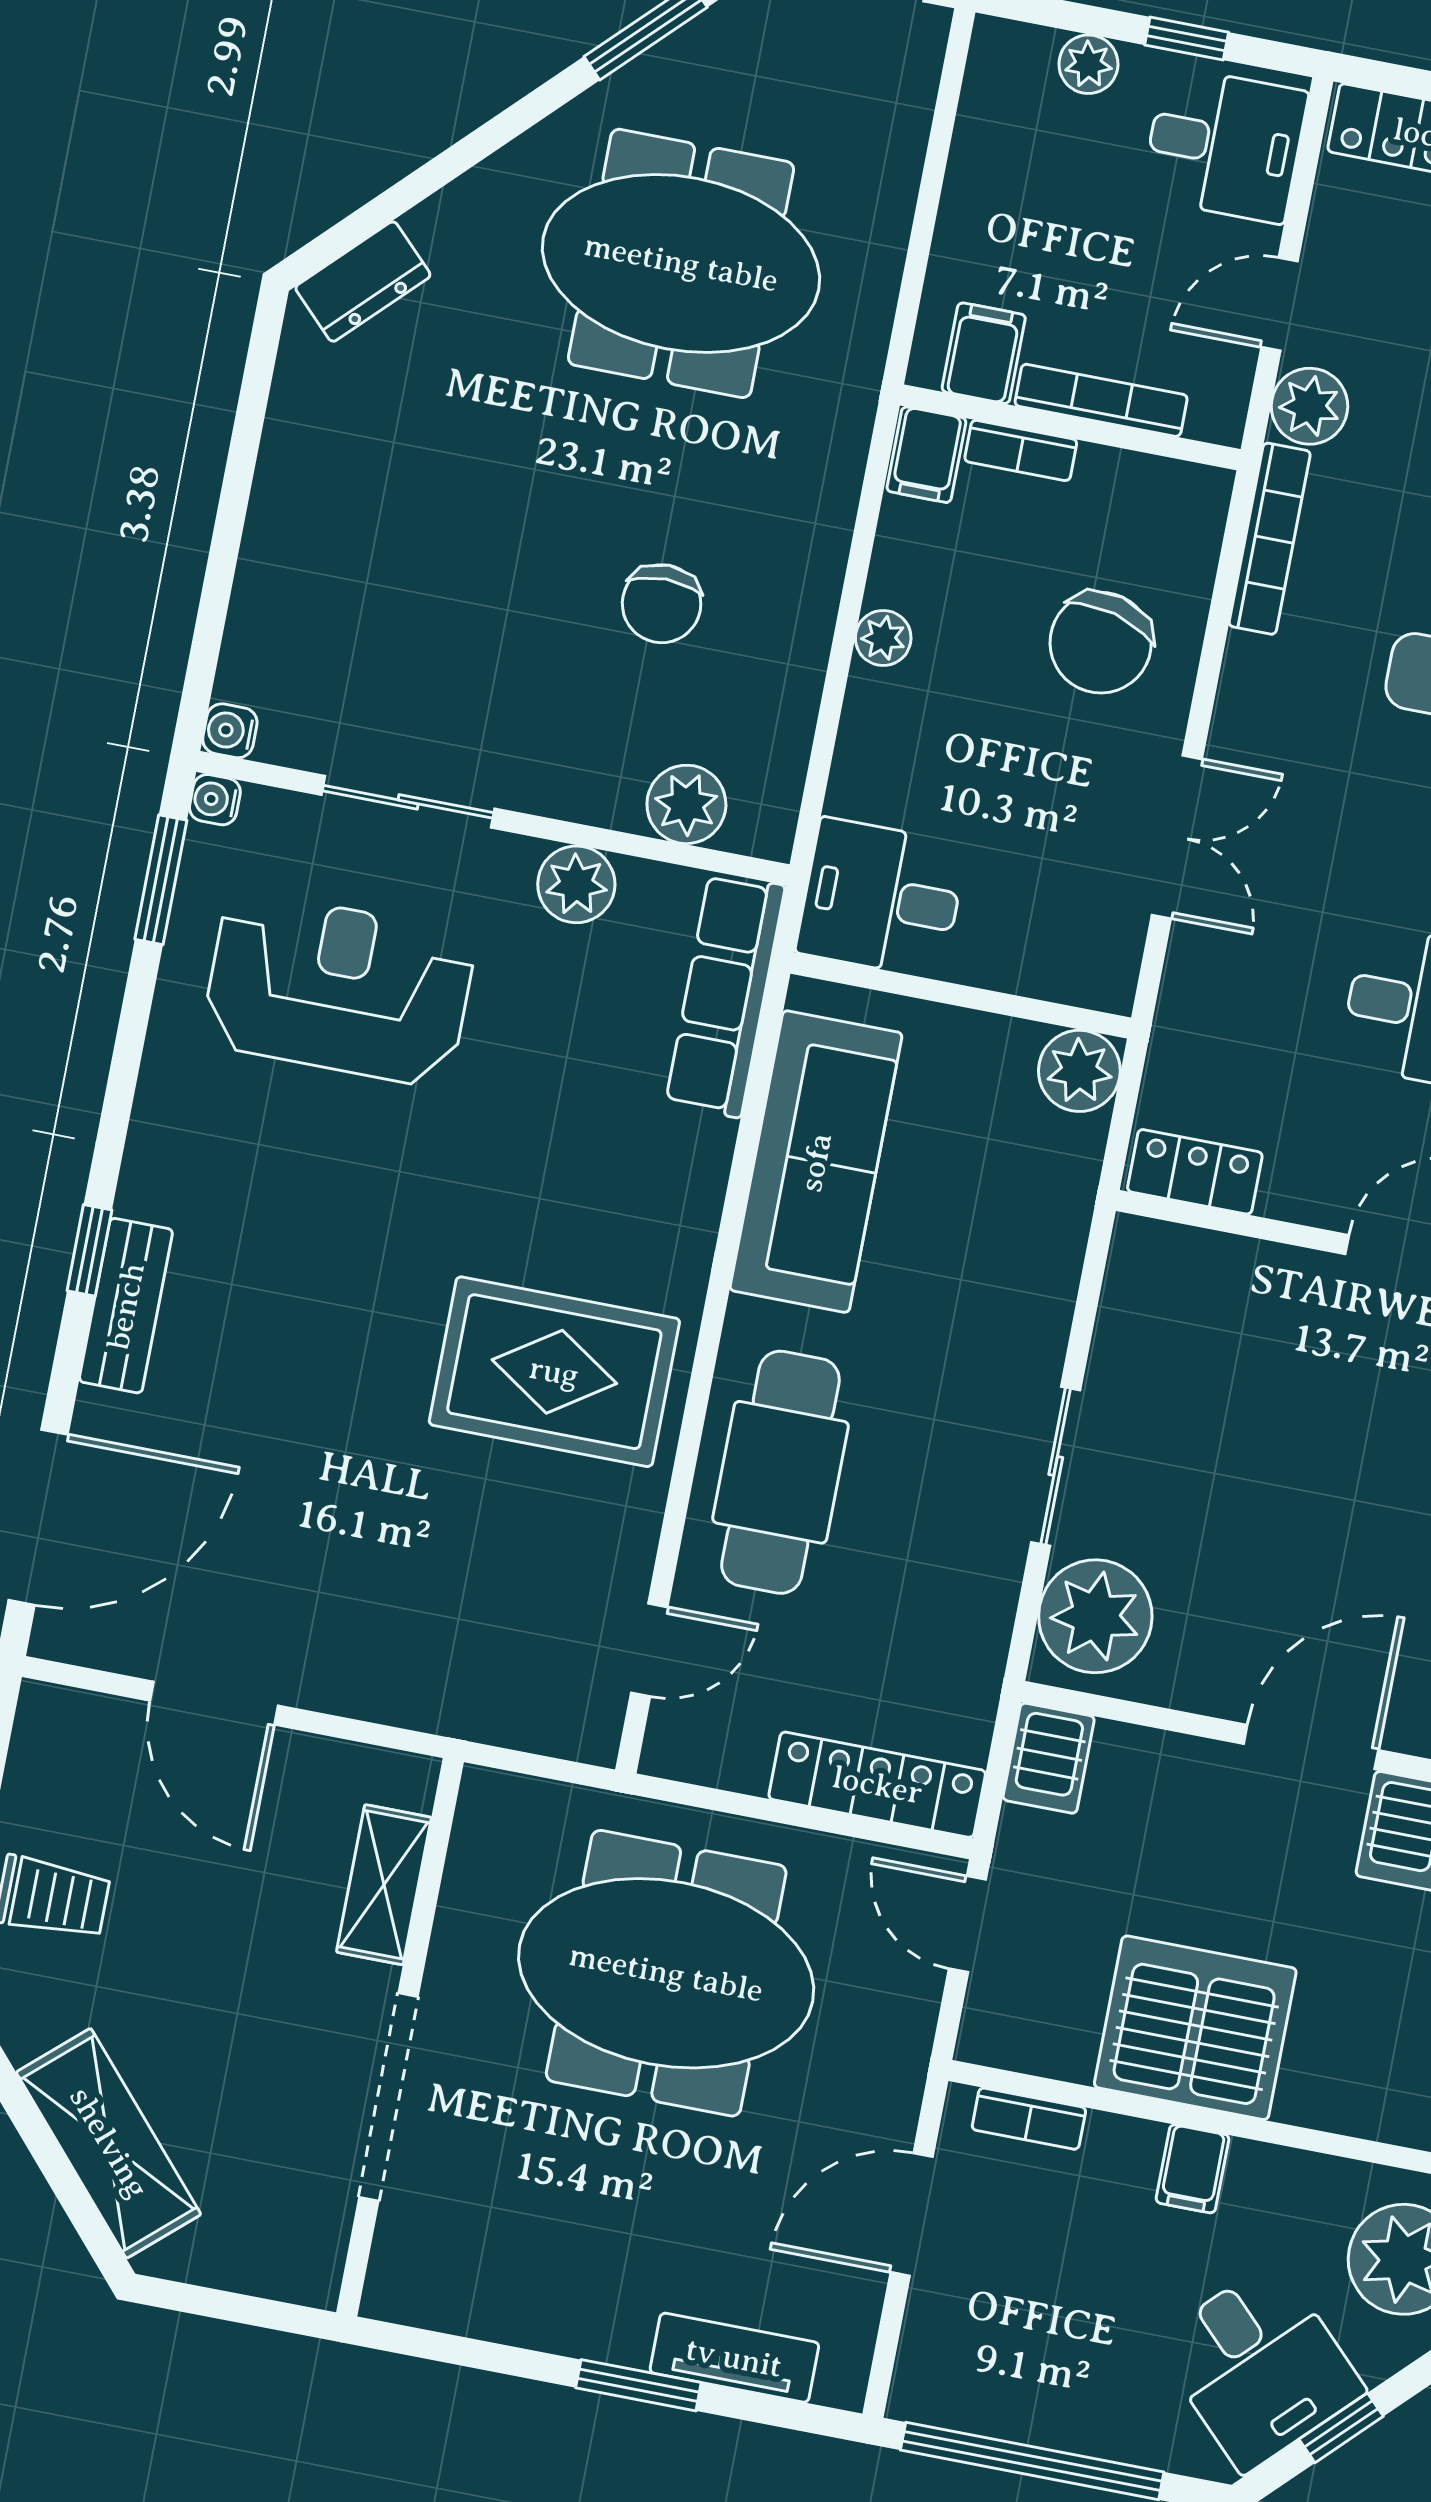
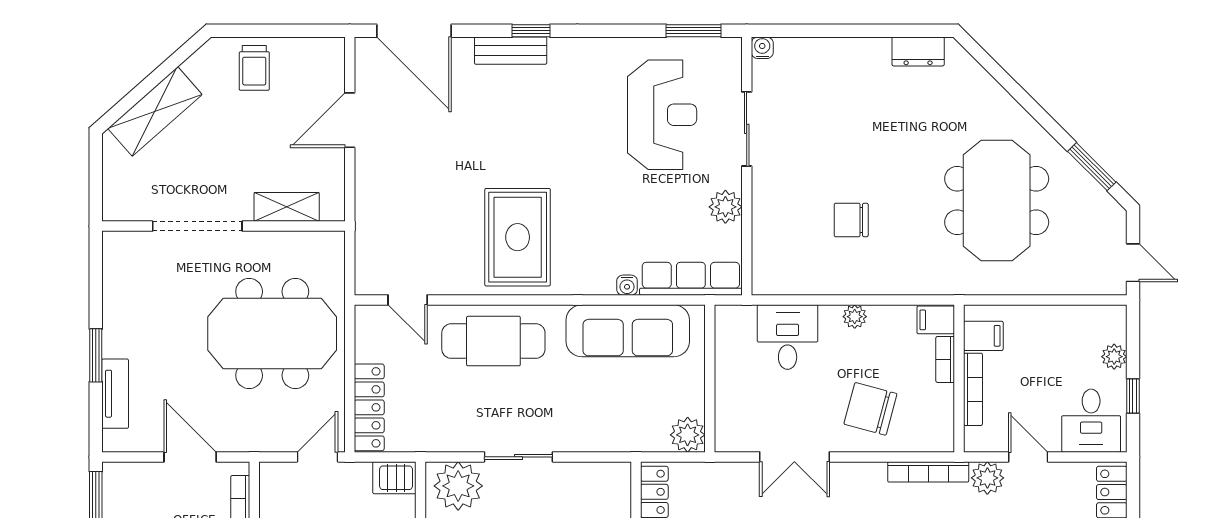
dresser: (363, 282) -> (918, 51), moved, turned -45
water cooler: (215, 800) -> (627, 285), moved, turned 180
plant: (686, 804) -> (768, 247), removed
desk: (882, 898) -> (788, 337), moved
meeting table: (666, 1973) -> (272, 333), turned 90

